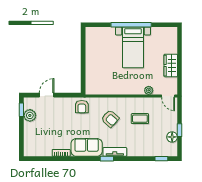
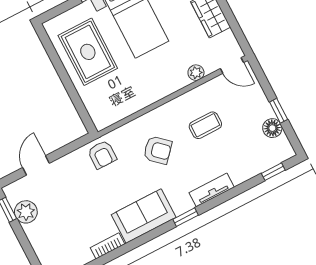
rug: (101, 53) -> (88, 52), added
tv unit: (115, 152) -> (212, 190), moved

